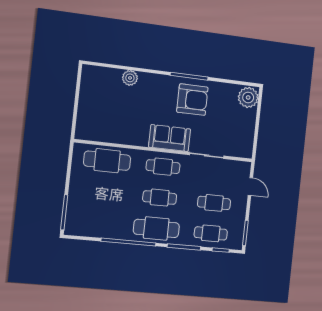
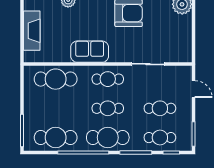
fireplace: (87, 106) -> (32, 31), added
sofa: (170, 138) -> (90, 52), moved
cafe table: (100, 223) -> (56, 138), added

